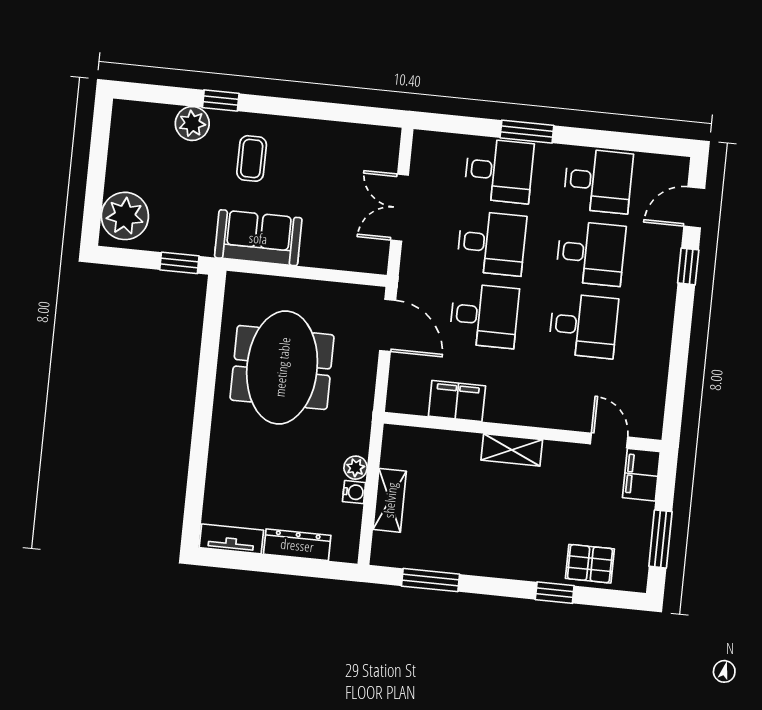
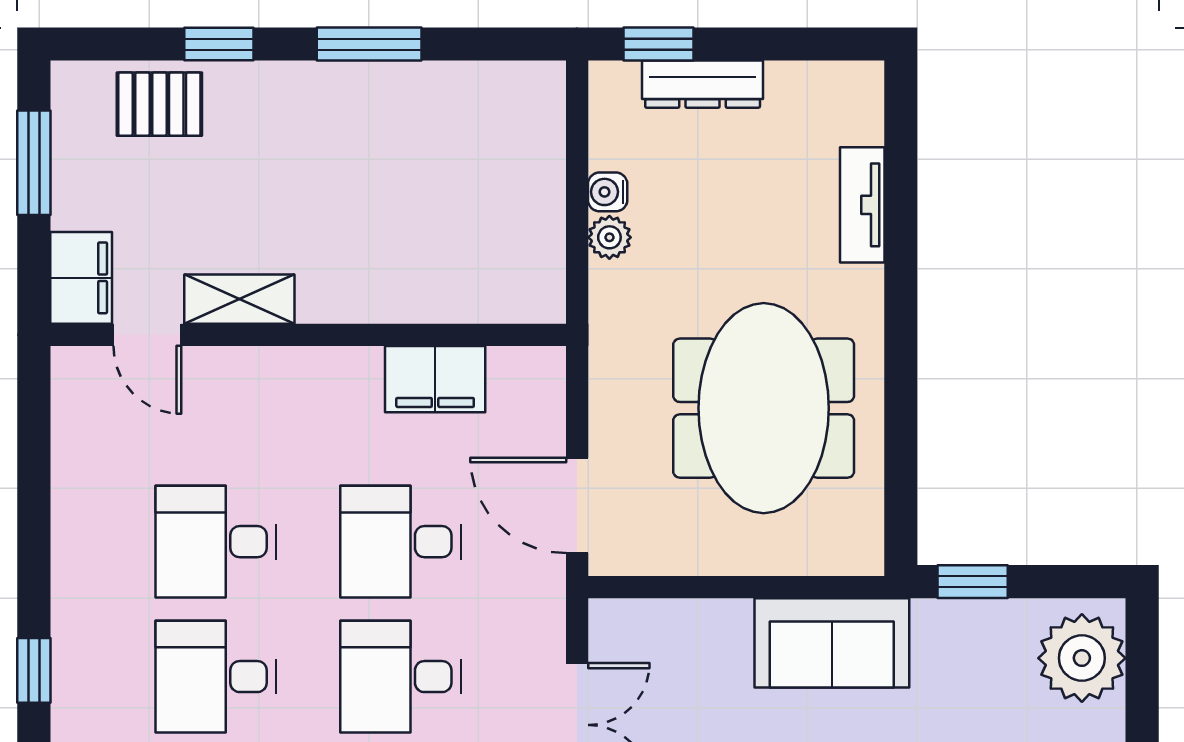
shelving: (512, 450) -> (239, 299), moved
shelving: (390, 500) -> (541, 183), removed
tv unit: (231, 539) -> (862, 205), moved, turned 90
window: (319, 569) -> (659, 44), added
window: (431, 580) -> (369, 44), moved

